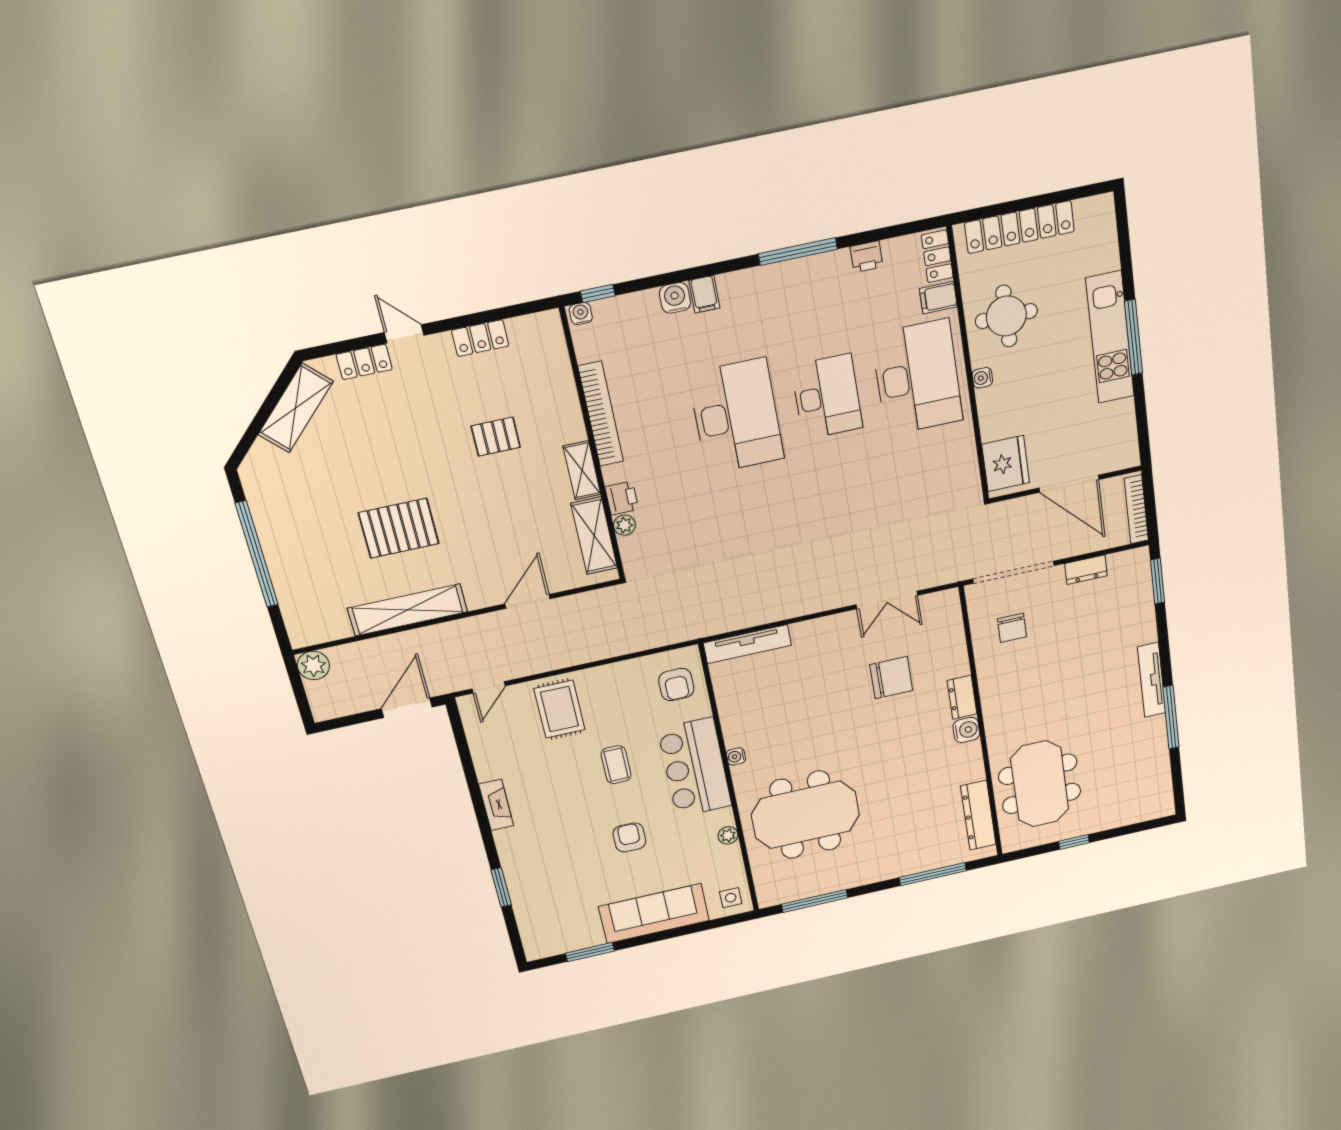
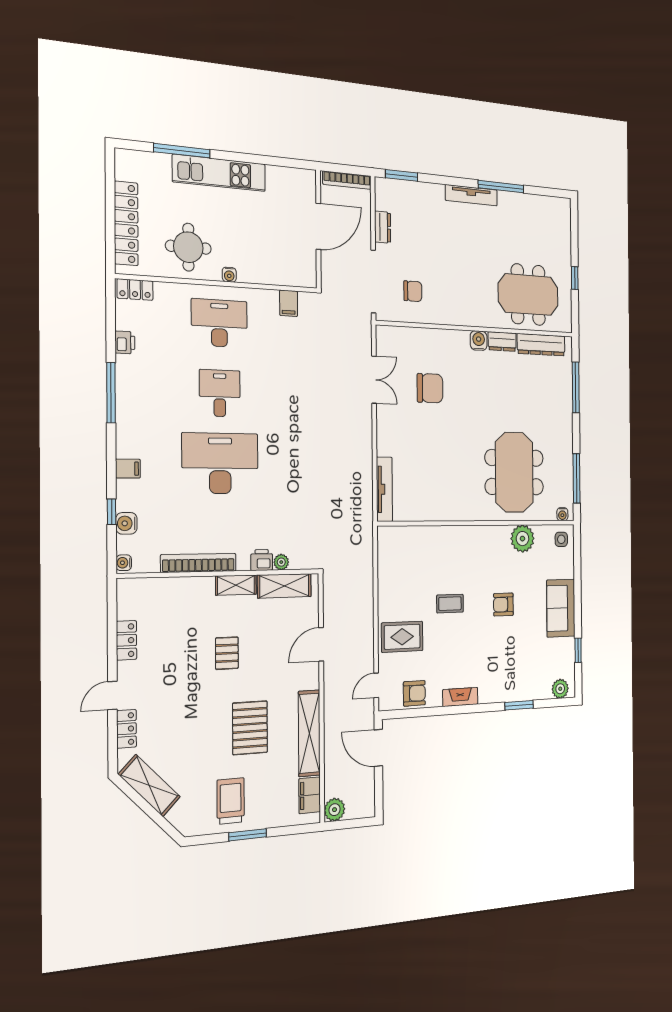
window: (598, 293) -> (112, 512), moved
water cooler: (675, 298) -> (126, 523), moved
filing cabinet: (938, 298) -> (289, 303), moved
window: (1133, 337) -> (182, 151), moved
desk: (917, 378) -> (219, 323), width x0.73, depth x0.77
desk: (827, 397) -> (220, 393), width x0.73
pallet: (496, 437) -> (227, 653), moved
fridge: (1006, 463) -> (294, 271), removed
trolley: (297, 522) -> (231, 801), added
window: (257, 554) -> (248, 835), width x0.47
door: (528, 601) -> (321, 644), hinge flipped
filing cabinet: (326, 628) -> (310, 795), added
chair: (891, 678) -> (430, 388), turned 90
armchair: (676, 685) -> (414, 693), moved
door: (489, 687) -> (376, 685), swing flipped
dresser: (962, 697) -> (502, 342), moved
water cooler: (736, 756) -> (562, 514), moved
bar counter: (695, 767) -> (464, 546), removed
plant: (728, 835) -> (522, 539), width x1.87, depth x1.87
sofa: (654, 914) -> (561, 608), width x0.73
plant: (534, 939) -> (560, 689), added
window: (590, 952) -> (578, 650), width x0.67

